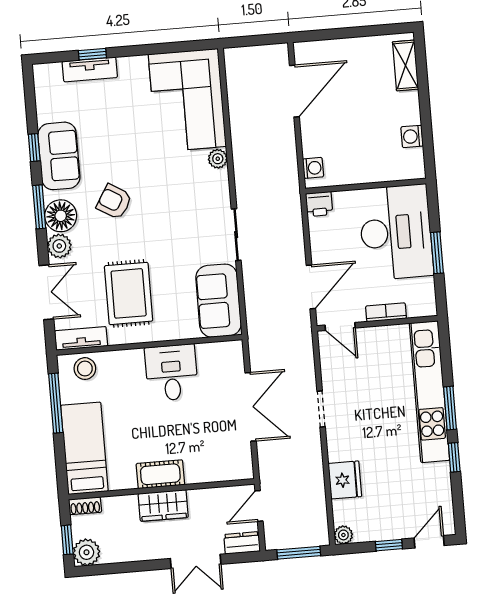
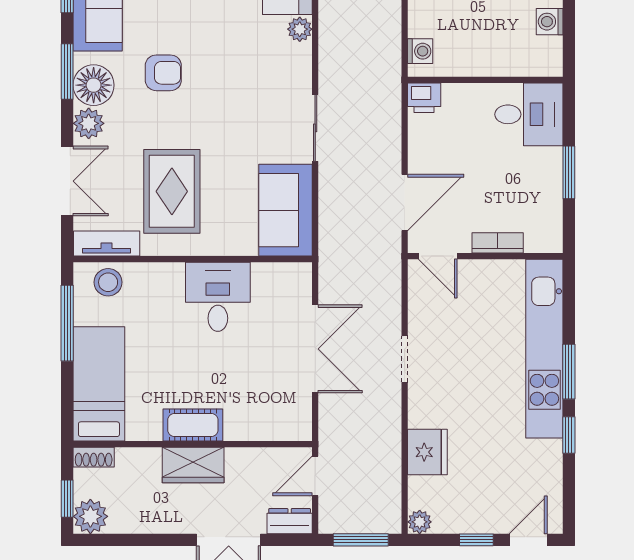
armchair: (114, 202) -> (163, 73), turned 149
desk: (396, 232) -> (529, 114), width x0.53, depth x0.77

